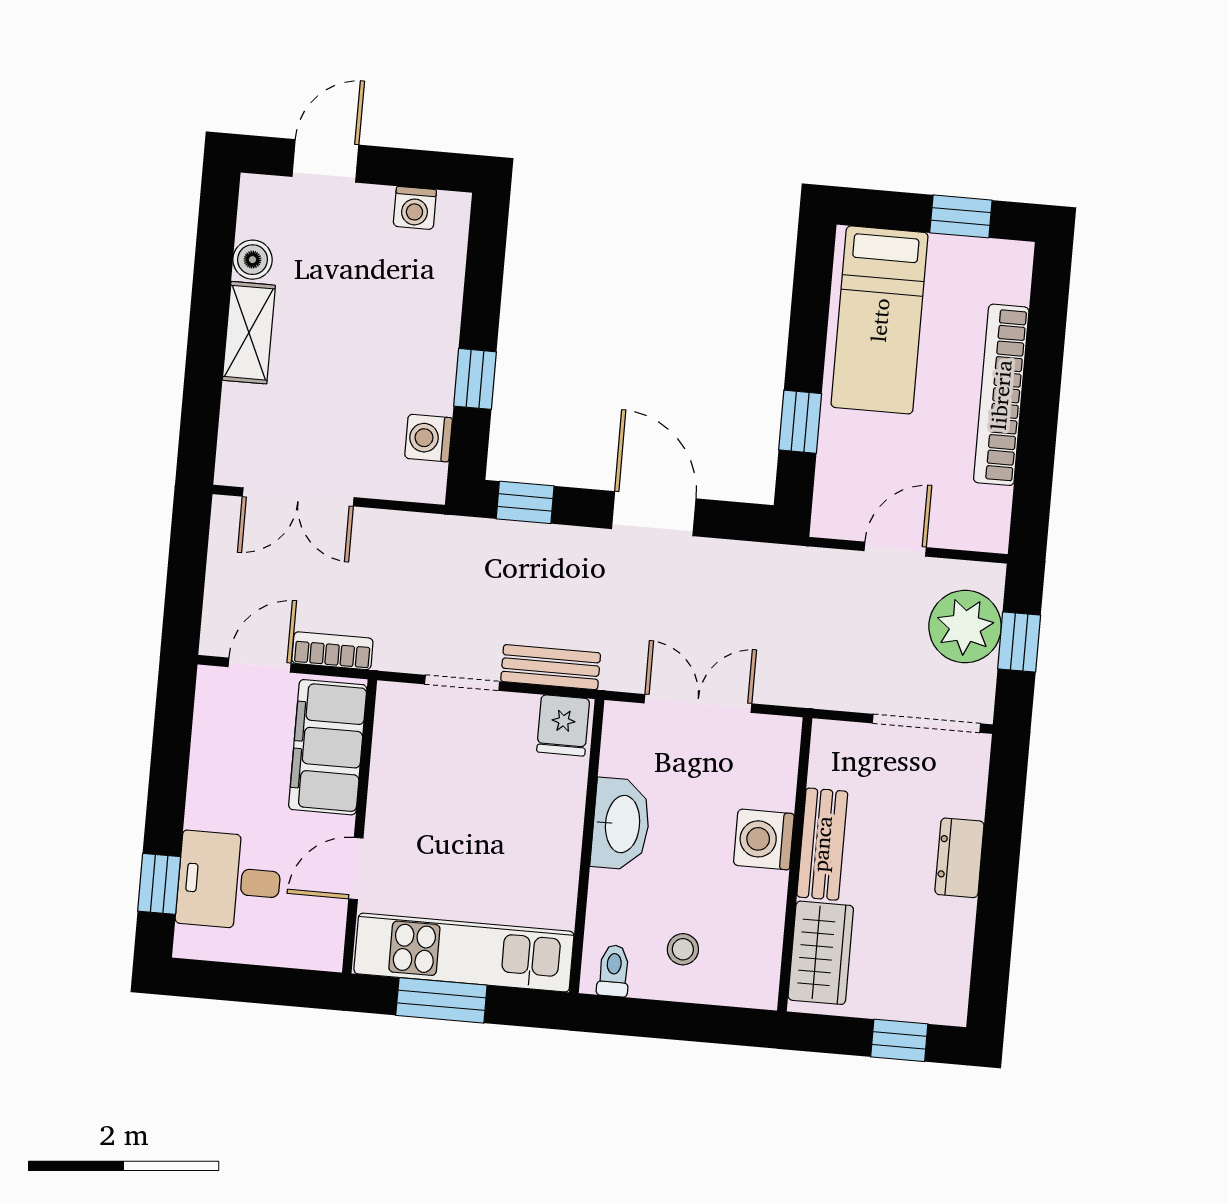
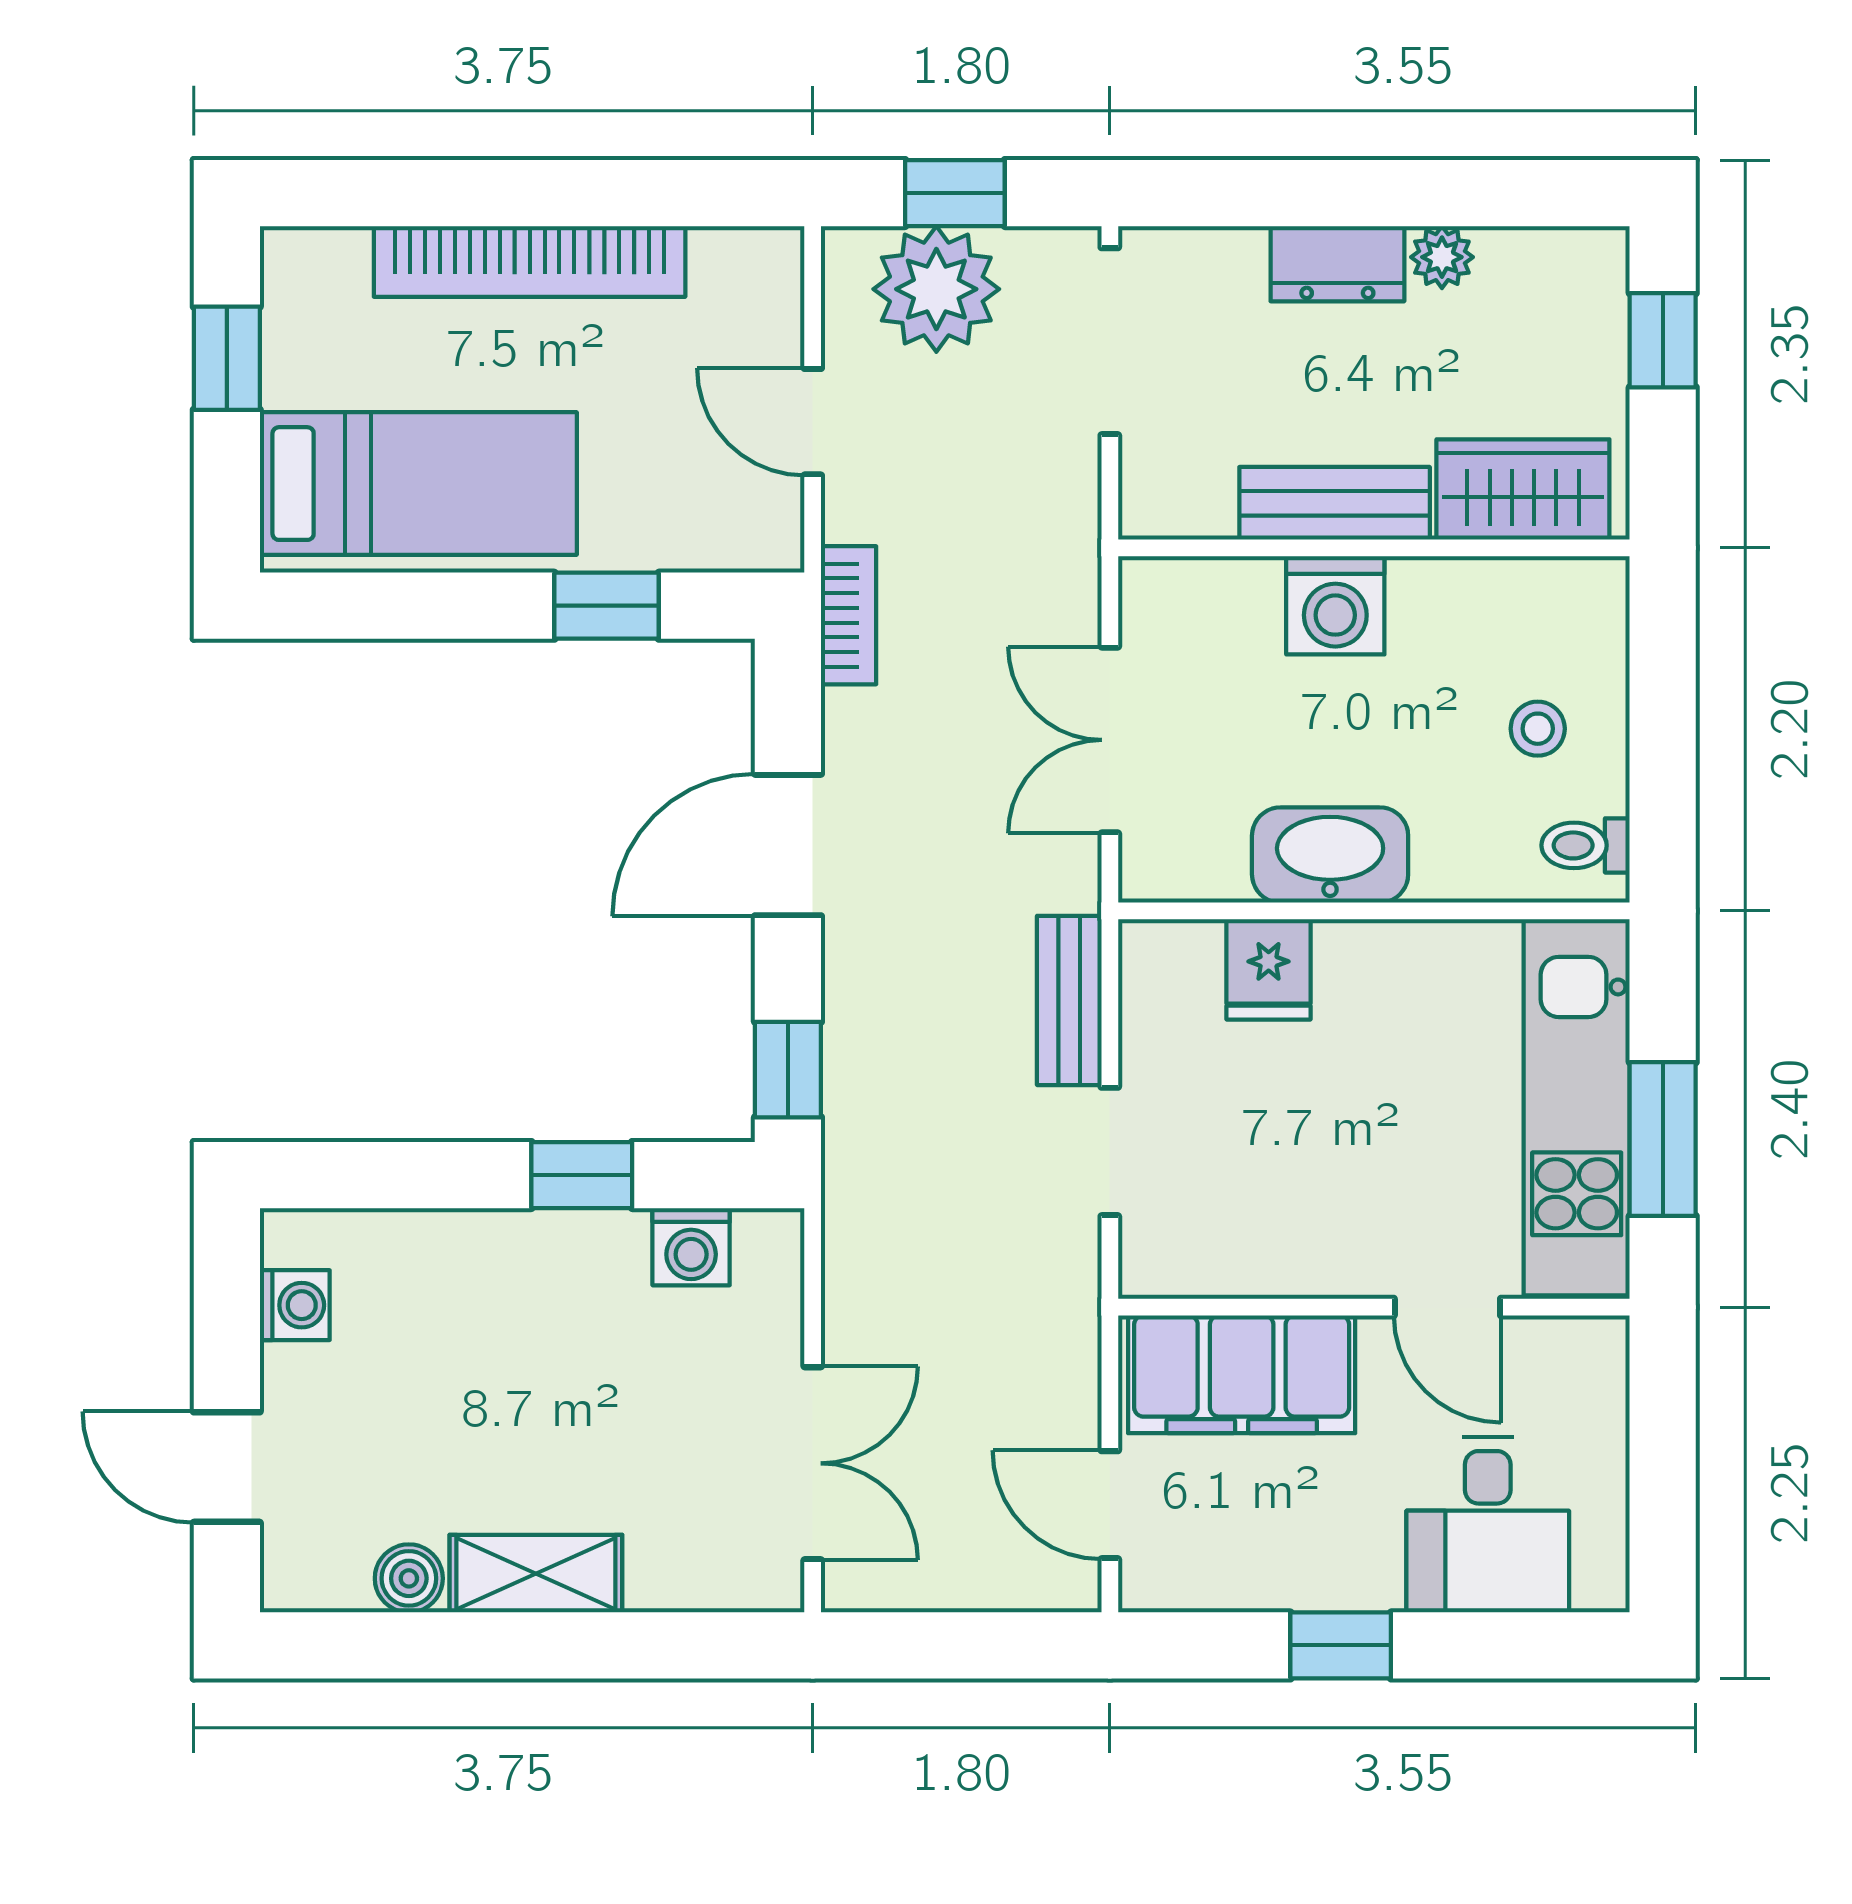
bookcase: (332, 651) -> (849, 615), moved, turned 180
fridge: (563, 725) -> (1269, 969), moved, turned 90
window: (159, 884) -> (1341, 1645), moved
plant: (958, 918) -> (1442, 257), added

